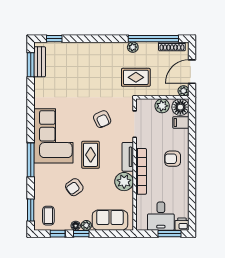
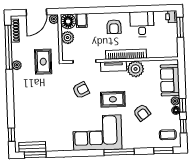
door: (192, 72) -> (36, 12), hinge flipped
desk: (161, 216) -> (142, 24), moved, turned -90

